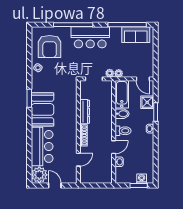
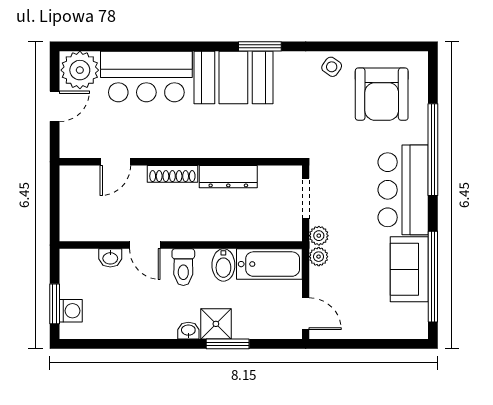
sofa: (136, 35) -> (409, 269), moved
armchair: (50, 46) -> (382, 94), turned -90
door: (143, 79) -> (306, 314), swing flipped
shower: (147, 102) -> (216, 324), moved
door: (78, 160) -> (115, 162), hinge flipped

